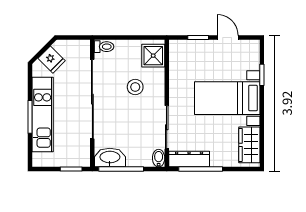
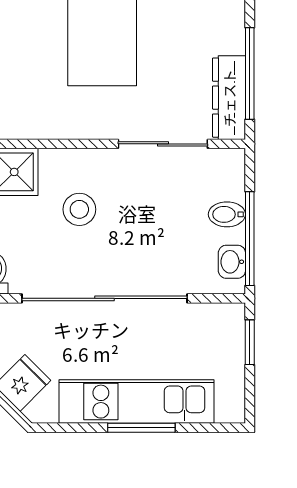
washbasin: (110, 158) -> (232, 262), width x0.52, depth x0.69
bidet: (159, 158) -> (227, 214), moved

